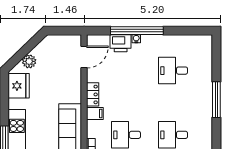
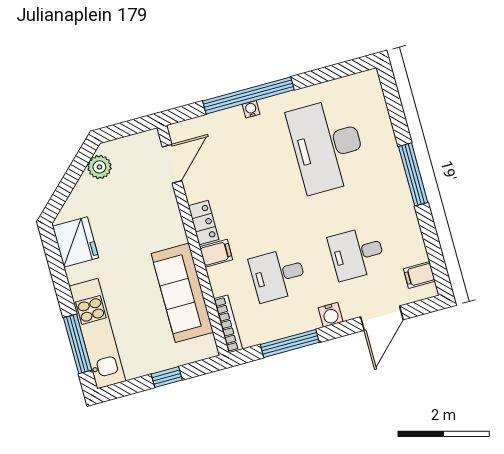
printer: (121, 43) -> (227, 124), removed
plant: (29, 61) -> (99, 167), moved
desk: (173, 71) -> (327, 146), width x1.87, depth x1.30

